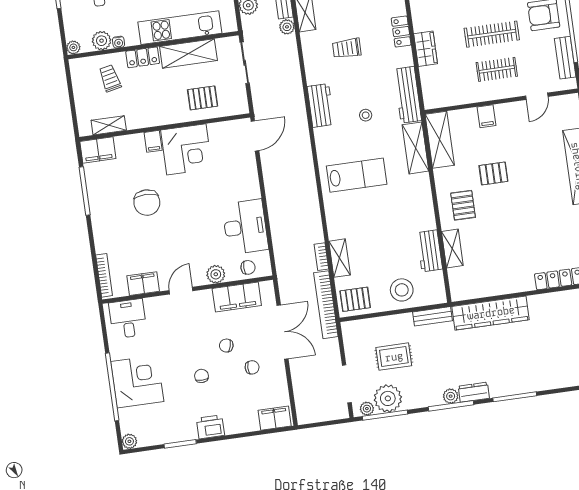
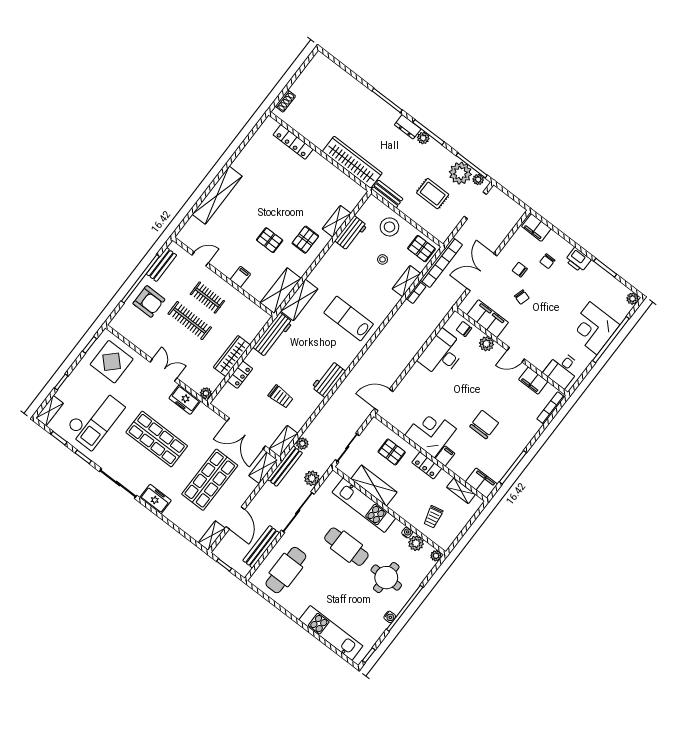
wardrobe: (426, 49) -> (232, 356), width x1.50
locker: (143, 57) -> (427, 465), moved, turned 180
stool: (366, 115) -> (383, 259), moved
chair: (201, 376) -> (547, 261), moved

